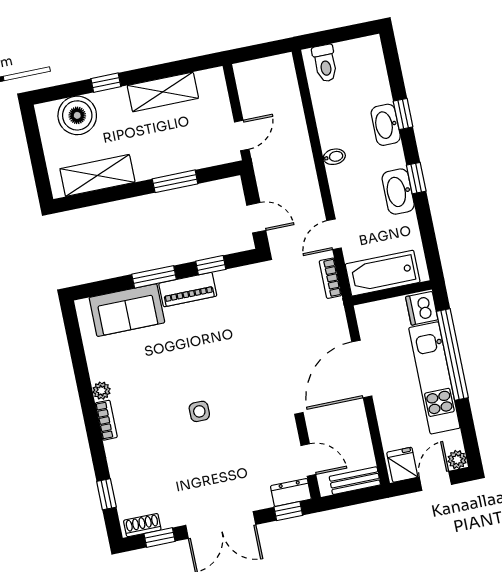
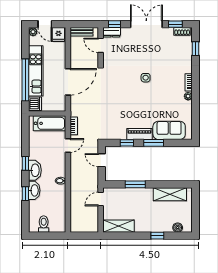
toilet: (325, 63) -> (44, 224), moved
shelving: (163, 92) -> (118, 226), moved
boiler: (77, 115) -> (178, 228), width x0.54, depth x0.54
washbasin: (398, 192) -> (35, 170), moved
door: (435, 481) -> (45, 24), hinge flipped

